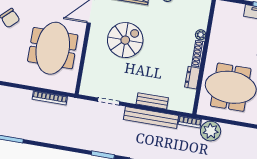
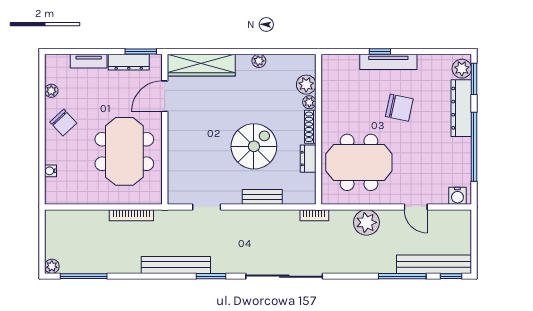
plant: (201, 21) -> (306, 85), added
spiral stairs: (125, 40) -> (254, 146), moved
bench: (151, 117) -> (176, 265), moved
plant: (211, 131) -> (366, 222), moved

